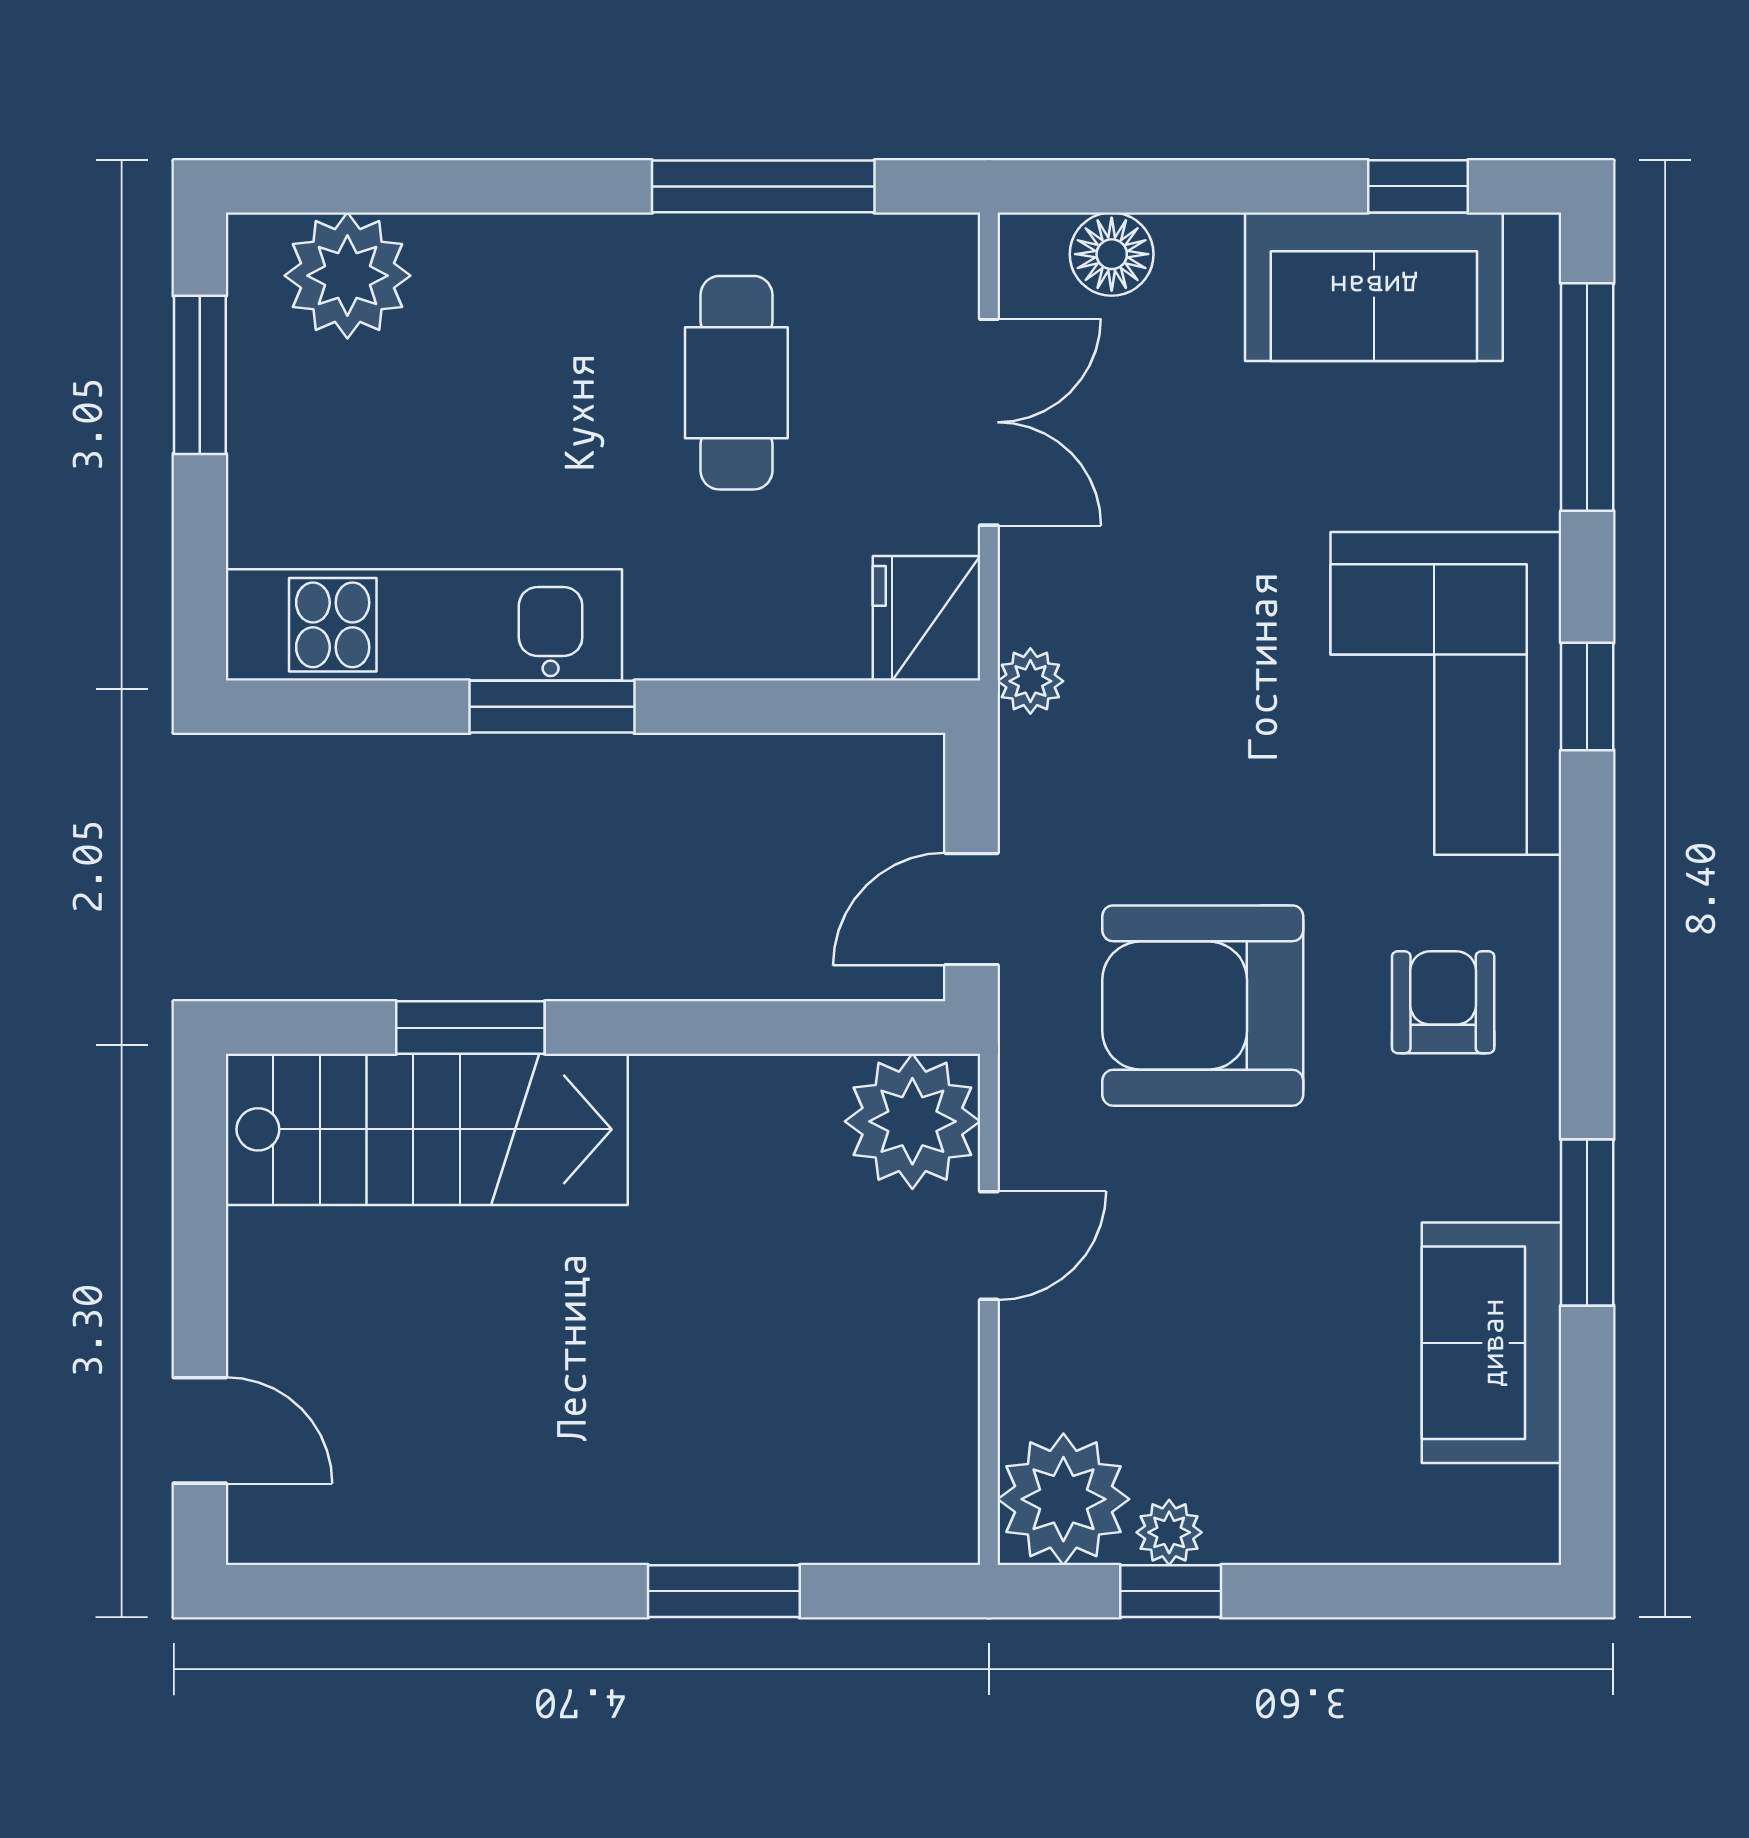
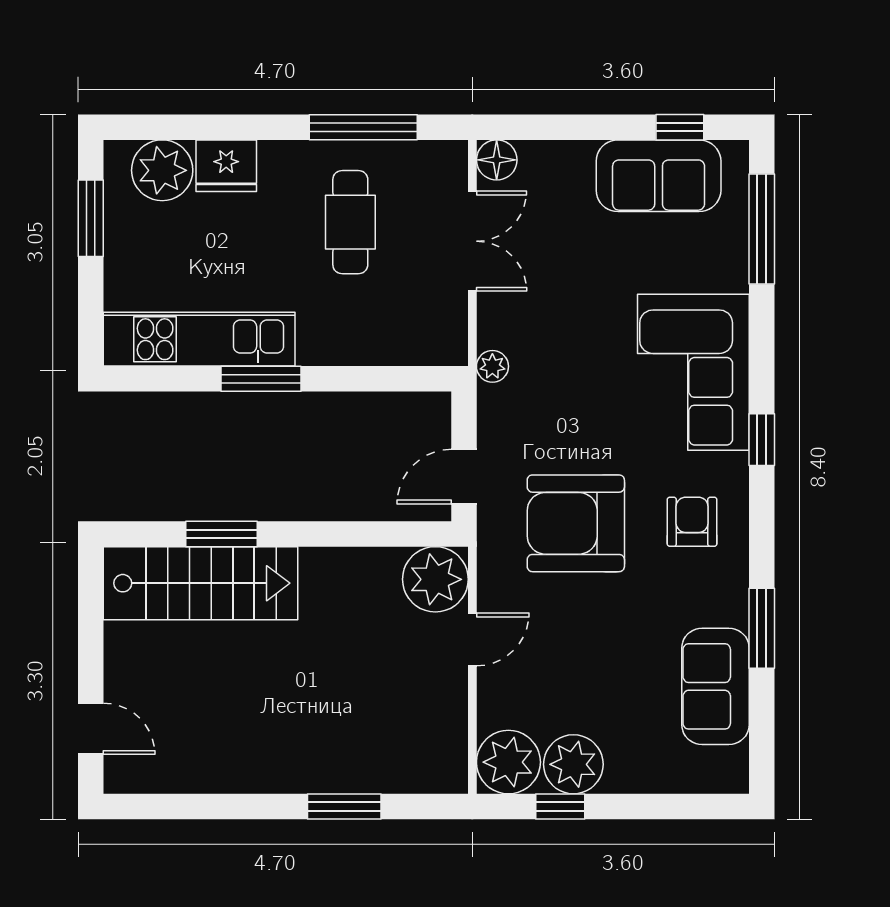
floor lamp: (1112, 254) -> (497, 160), moved
fridge: (926, 618) -> (226, 166), moved, turned -90
window: (1587, 697) -> (762, 440), moved
plant: (1169, 1532) -> (573, 764), width x1.88, depth x1.88

